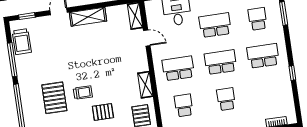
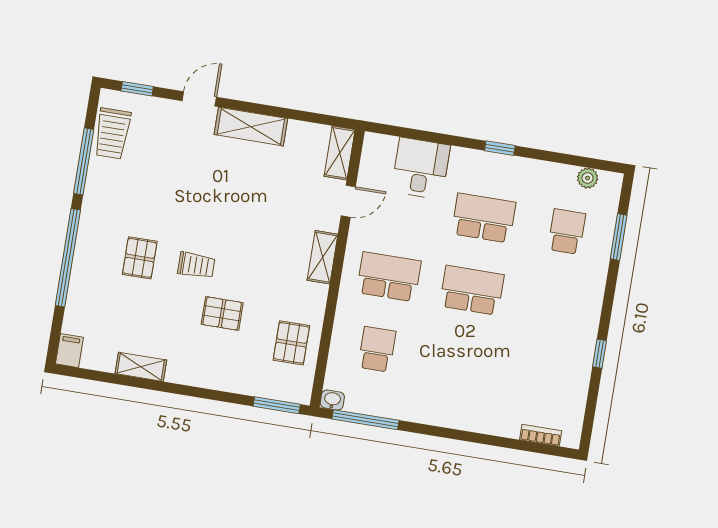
door: (147, 38) -> (348, 201), hinge flipped
school desk: (263, 56) -> (555, 304), removed
shelving: (145, 85) -> (323, 257), moved
pallet: (54, 98) -> (140, 258), width x0.67, depth x0.71
school desk: (226, 99) -> (460, 363), removed

